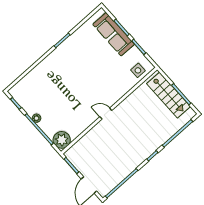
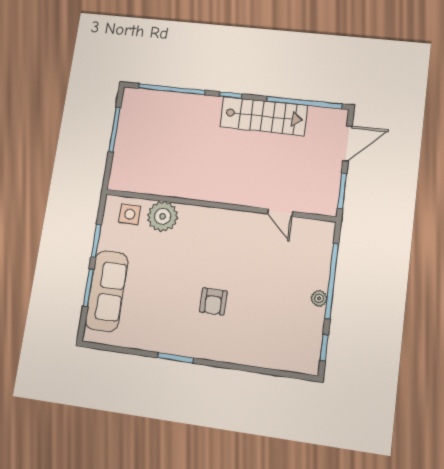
armchair: (72, 75) -> (213, 301), added
stairs: (168, 95) -> (264, 116), moved, turned 90
door: (106, 114) -> (280, 213), moved
plant: (62, 140) -> (163, 216), moved

